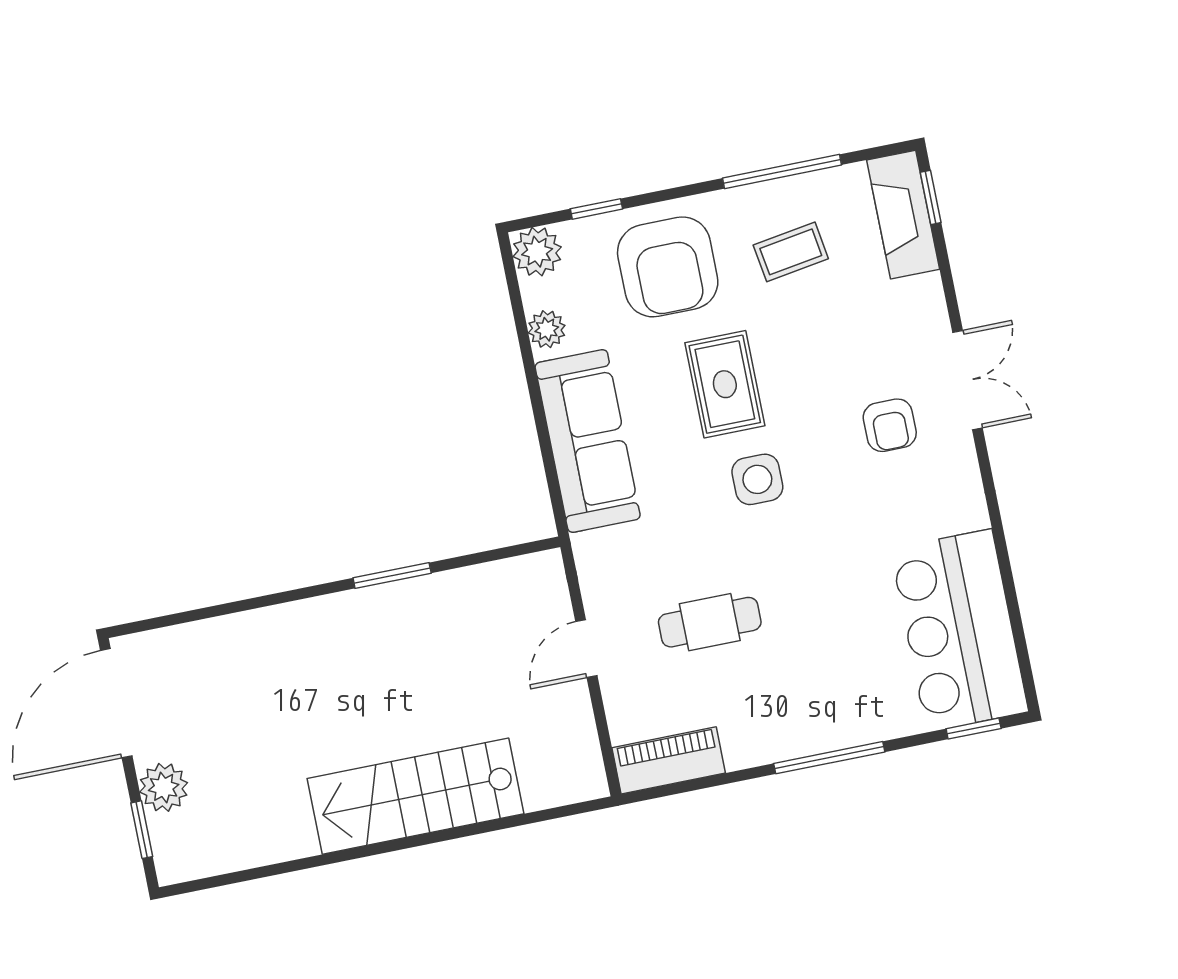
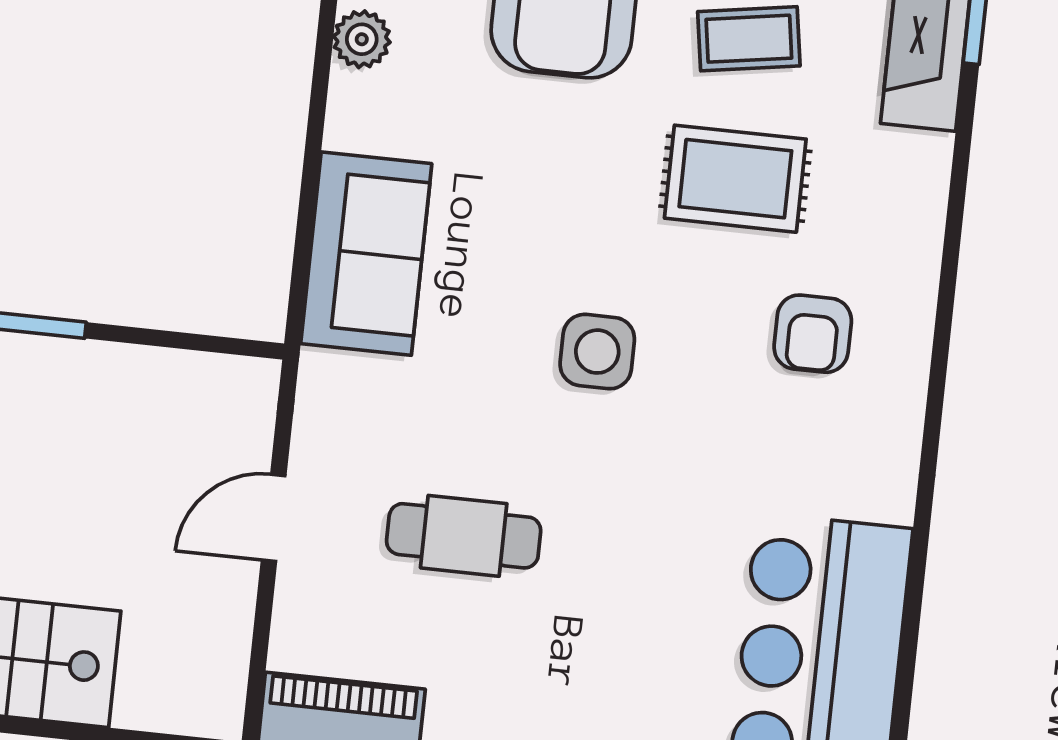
double door: (968, 380) -> (945, 304), removed
rug: (725, 384) -> (735, 179), moved, turned 90
sofa: (588, 441) -> (366, 254), width x0.73

